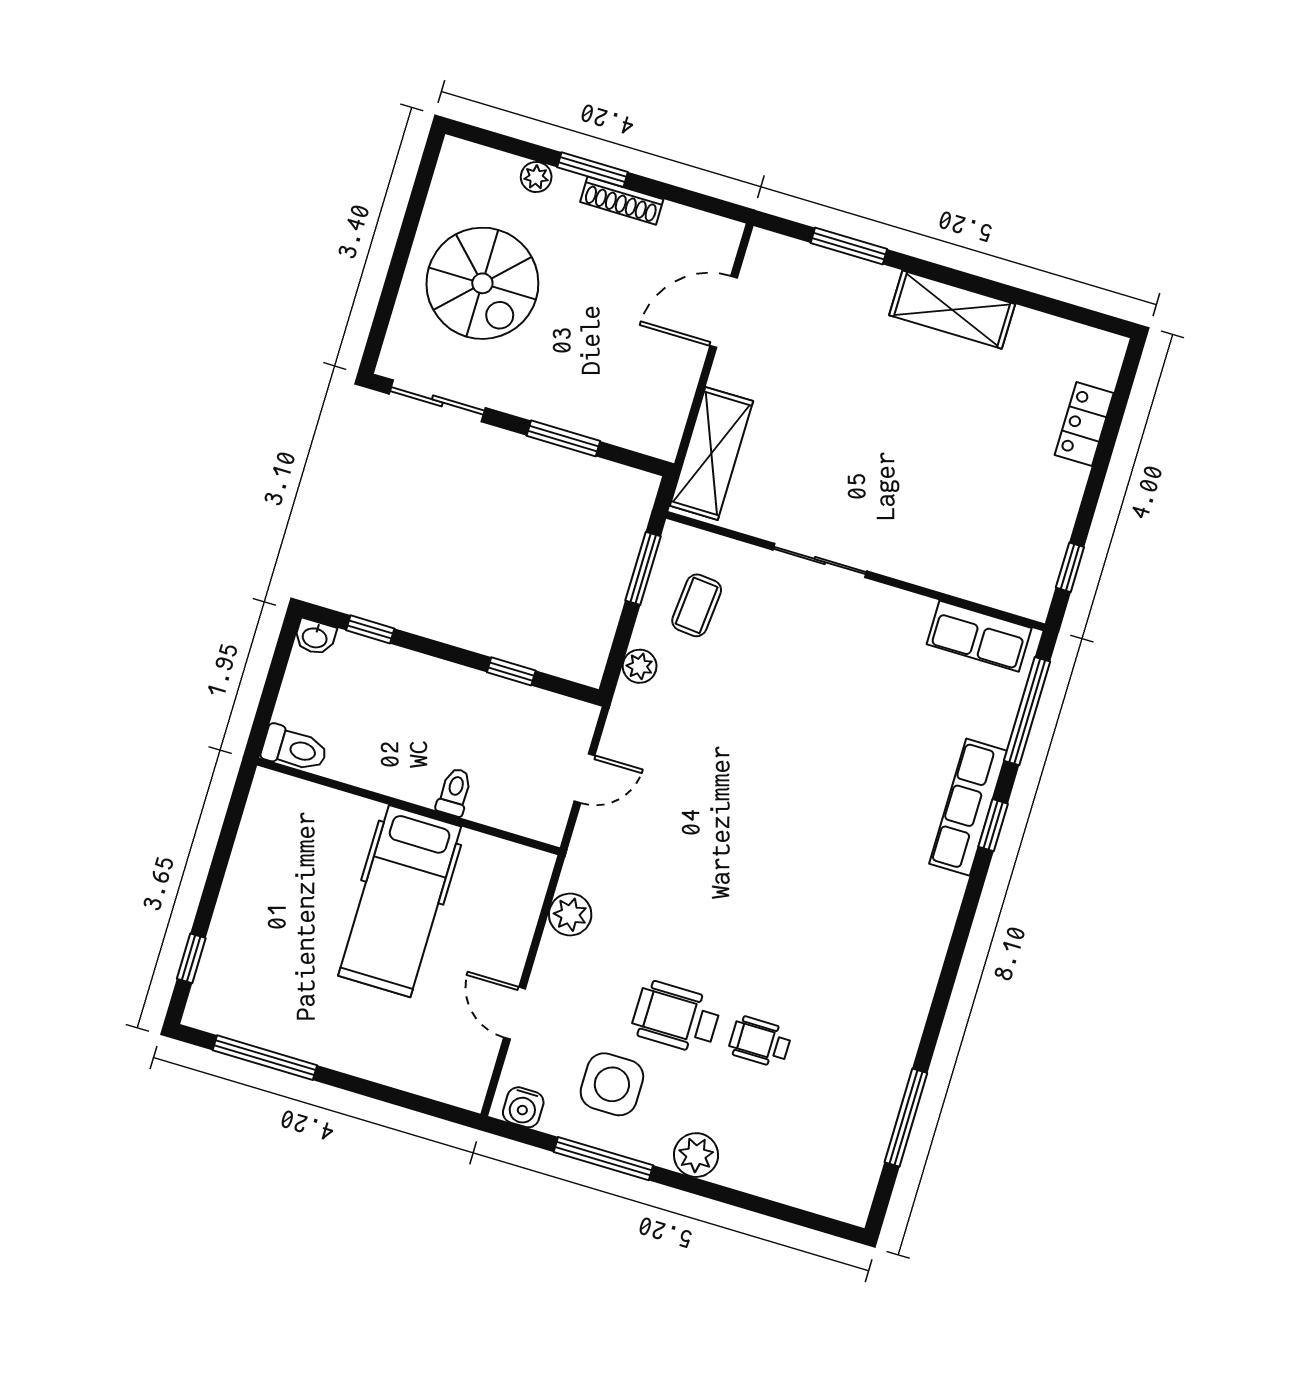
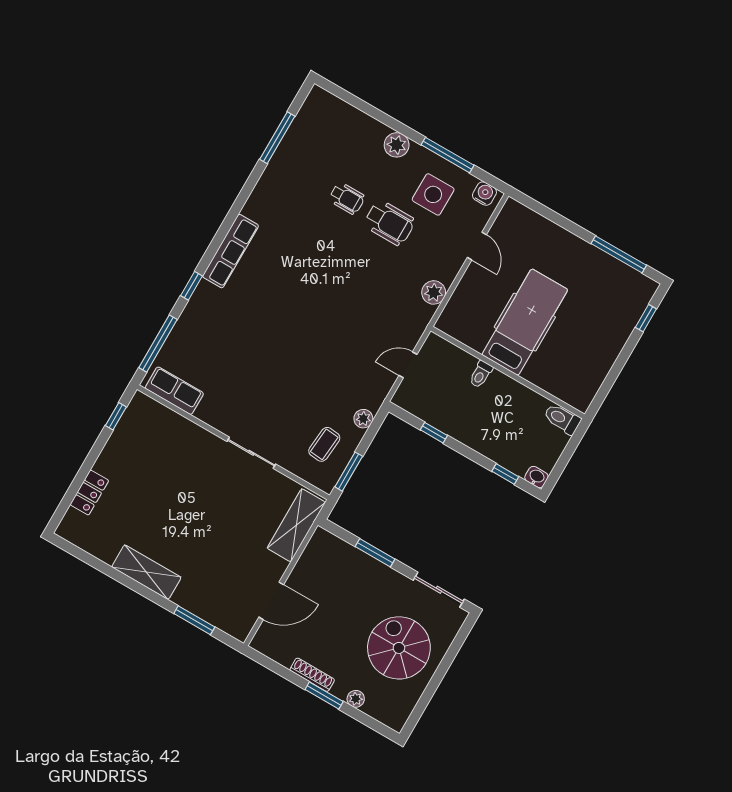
row of seats: (968, 807) -> (231, 251), moved

